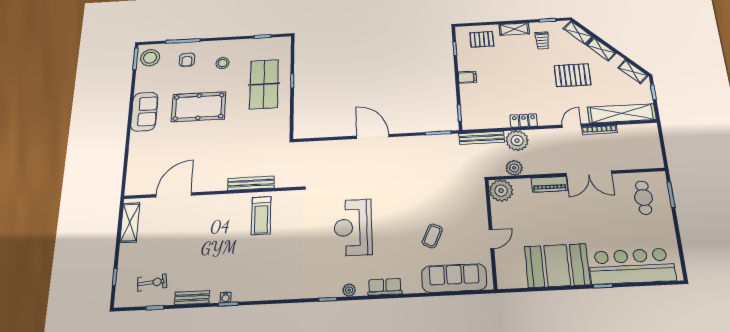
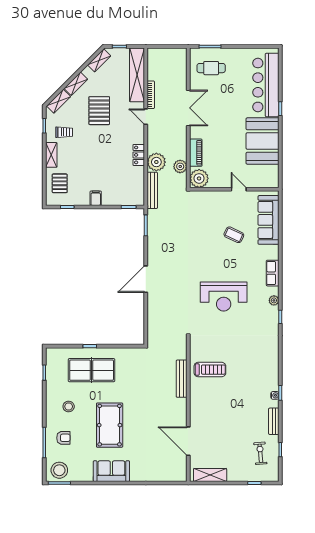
piano: (549, 184) -> (196, 153), moved

